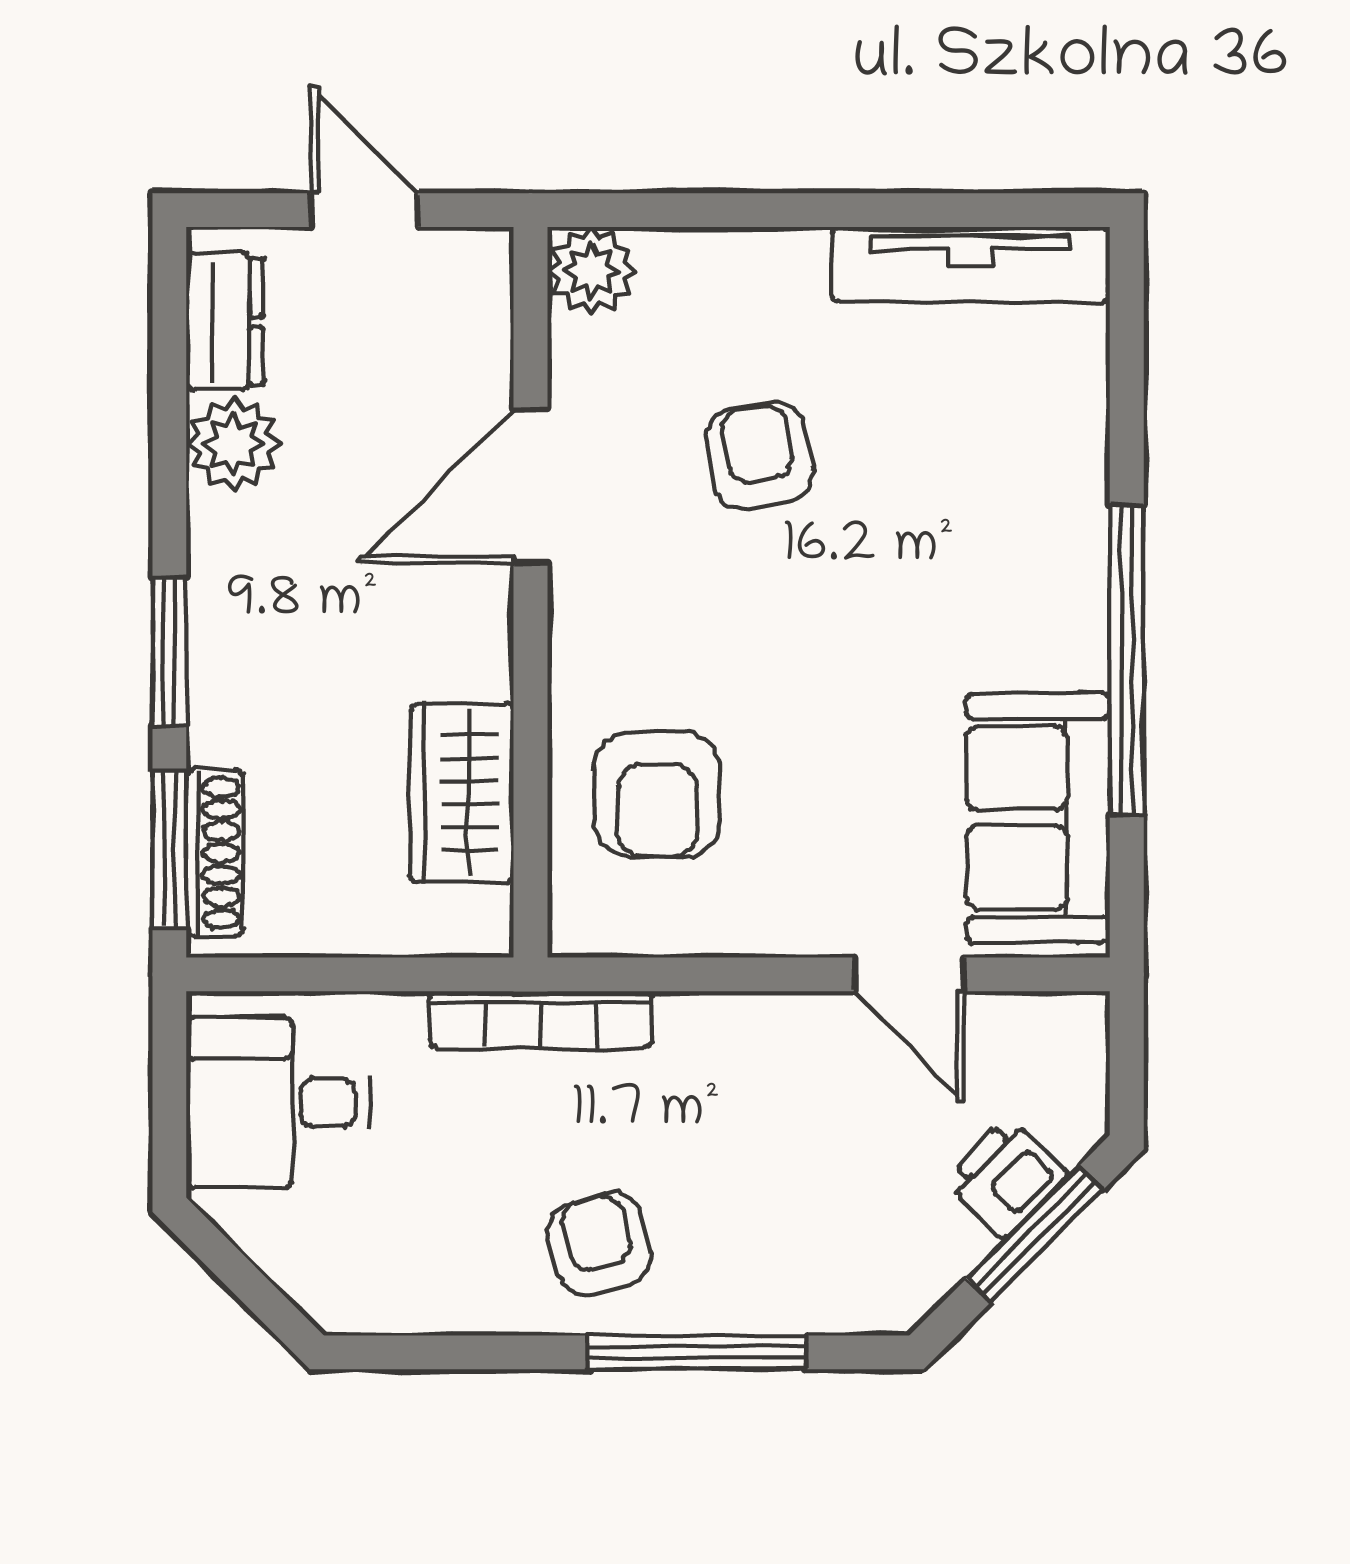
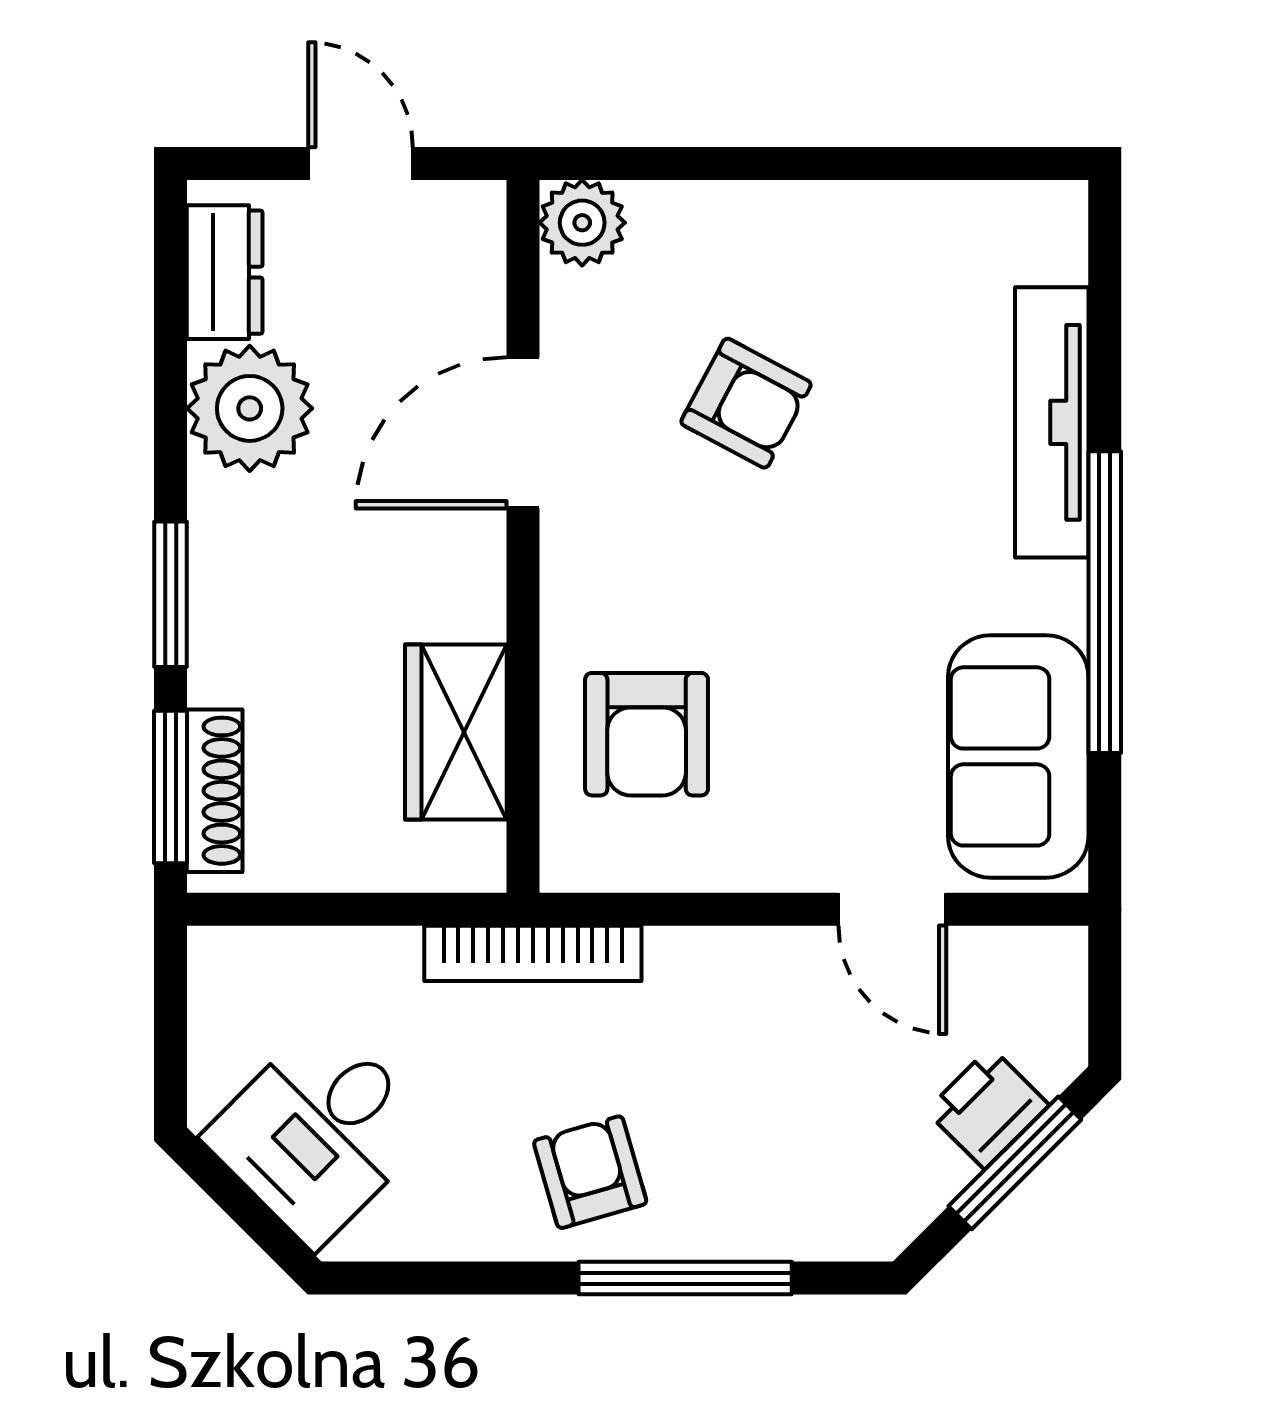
tv unit: (970, 265) -> (1052, 422), moved, turned 90
plant: (233, 444) -> (250, 408), width x1.36, depth x1.36
armchair: (759, 456) -> (746, 403), turned 128
desk: (278, 1103) -> (319, 1133), moved, turned -45

